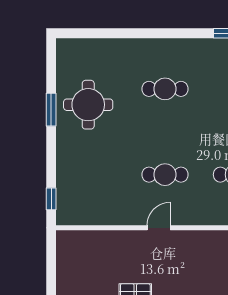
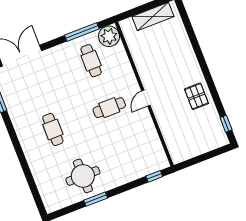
cafe table: (165, 175) -> (109, 108), turned 90
door: (159, 228) -> (146, 98), hinge flipped

